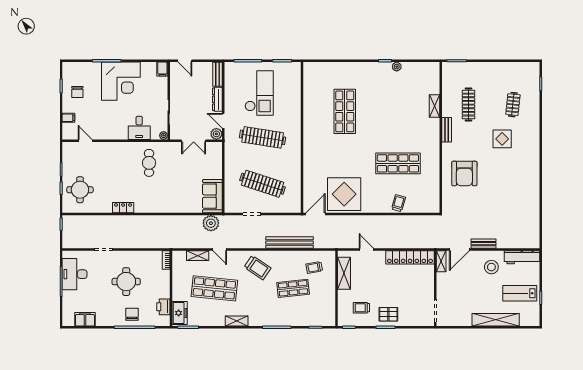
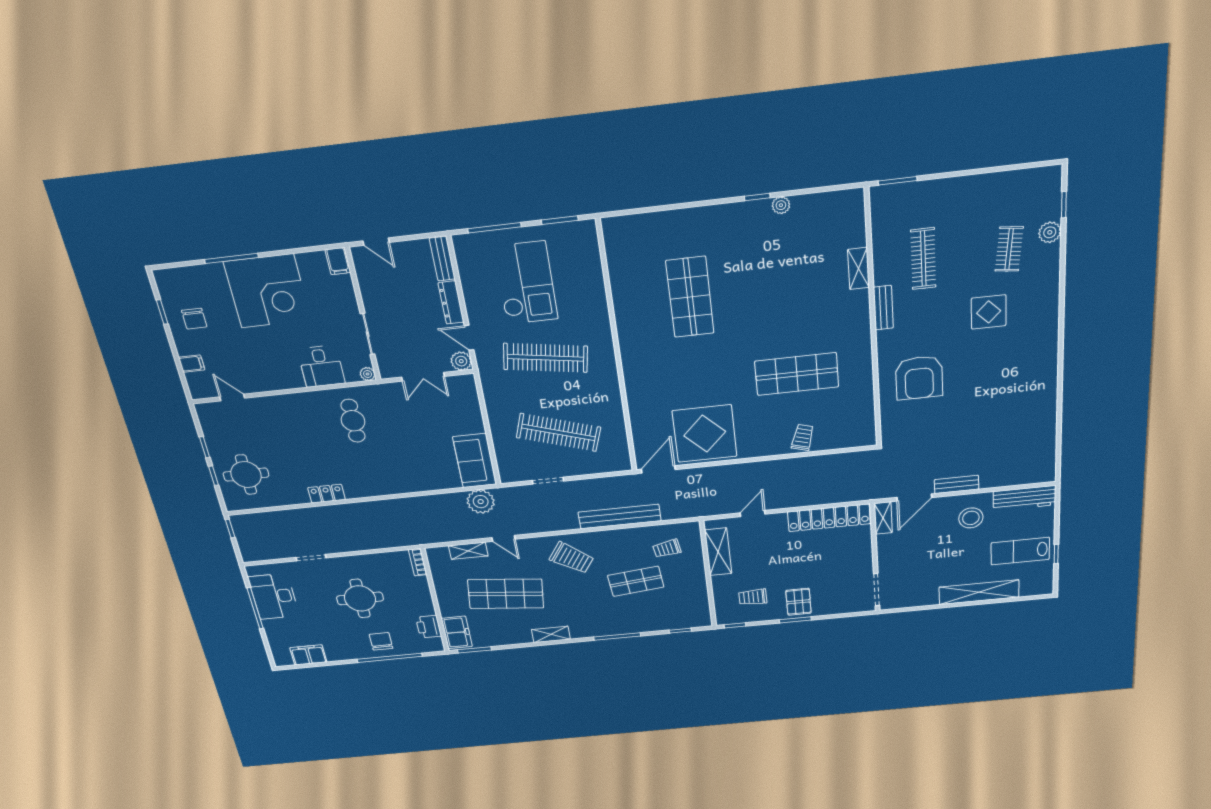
plant: (534, 98) -> (1050, 232), added
door: (366, 250) -> (753, 514), hinge flipped
pallet: (388, 314) -> (799, 602), turned 90

